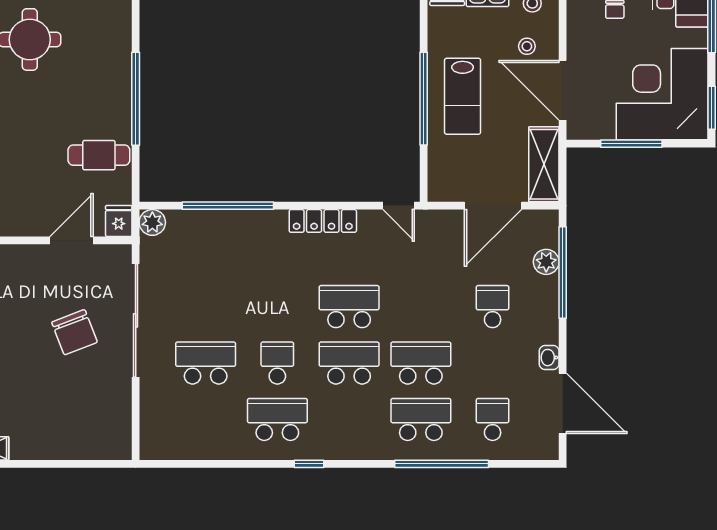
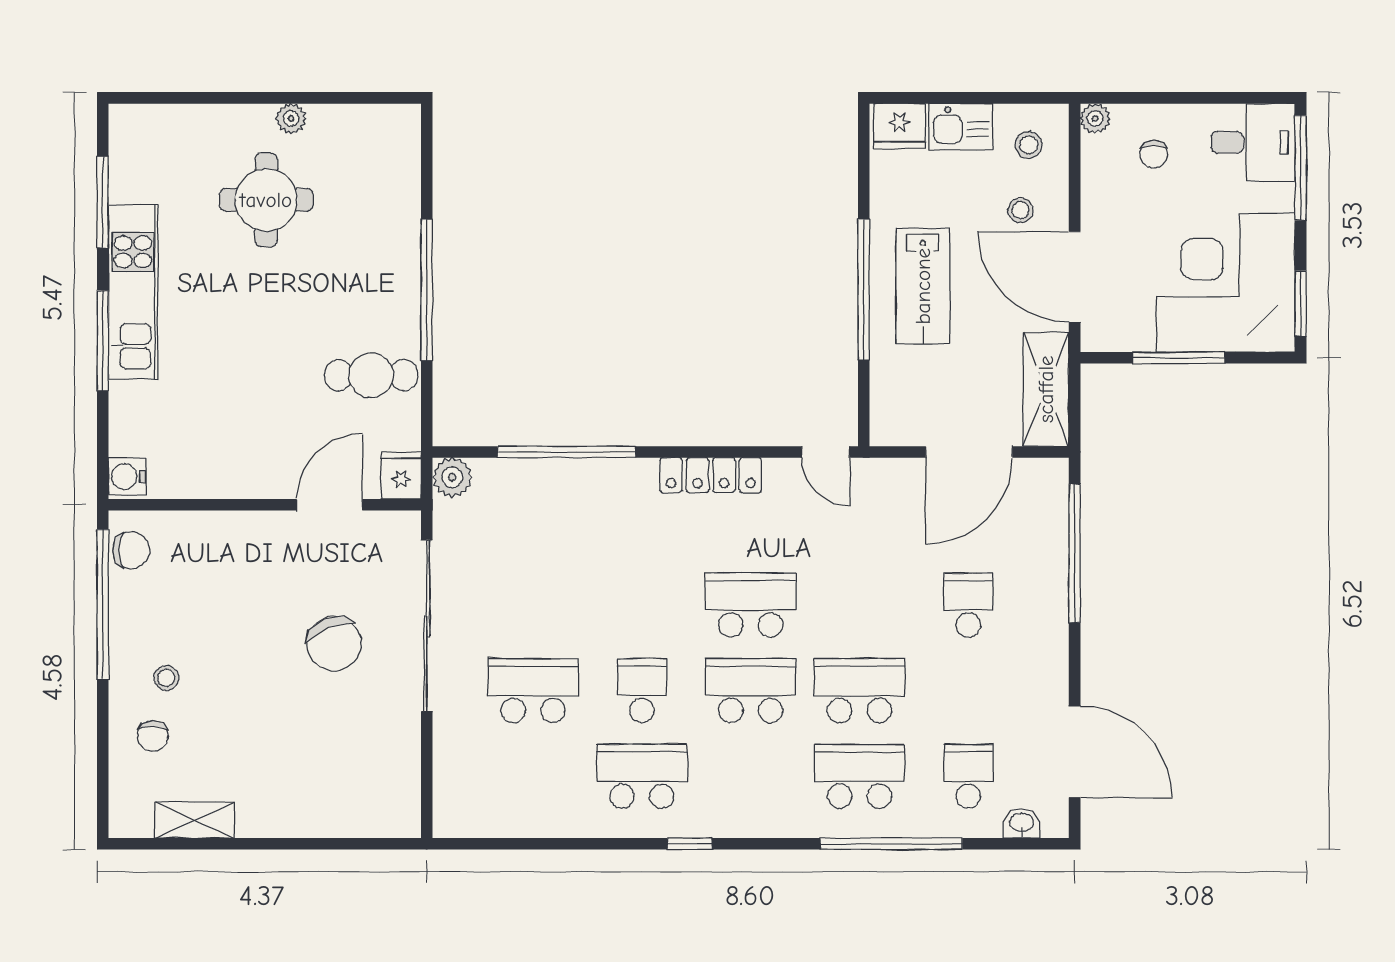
plant: (546, 262) -> (1050, 537), removed
washbasin: (549, 358) -> (1021, 823), moved, turned 90

